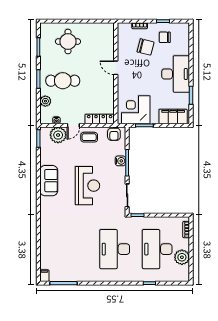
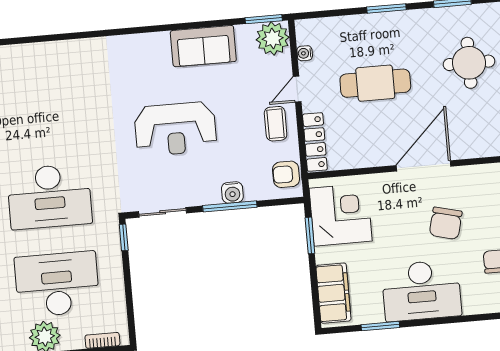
chair: (146, 47) -> (446, 223), moved
door: (116, 68) -> (424, 166), width x1.88
cafe table: (63, 81) -> (375, 83), moved, turned 90
plant: (45, 101) -> (342, 27), removed
door: (73, 125) -> (297, 89), hinge flipped
plant: (58, 135) -> (273, 39), moved
sofa: (49, 181) -> (203, 46), moved
desk: (115, 249) -> (49, 196), turned 180

